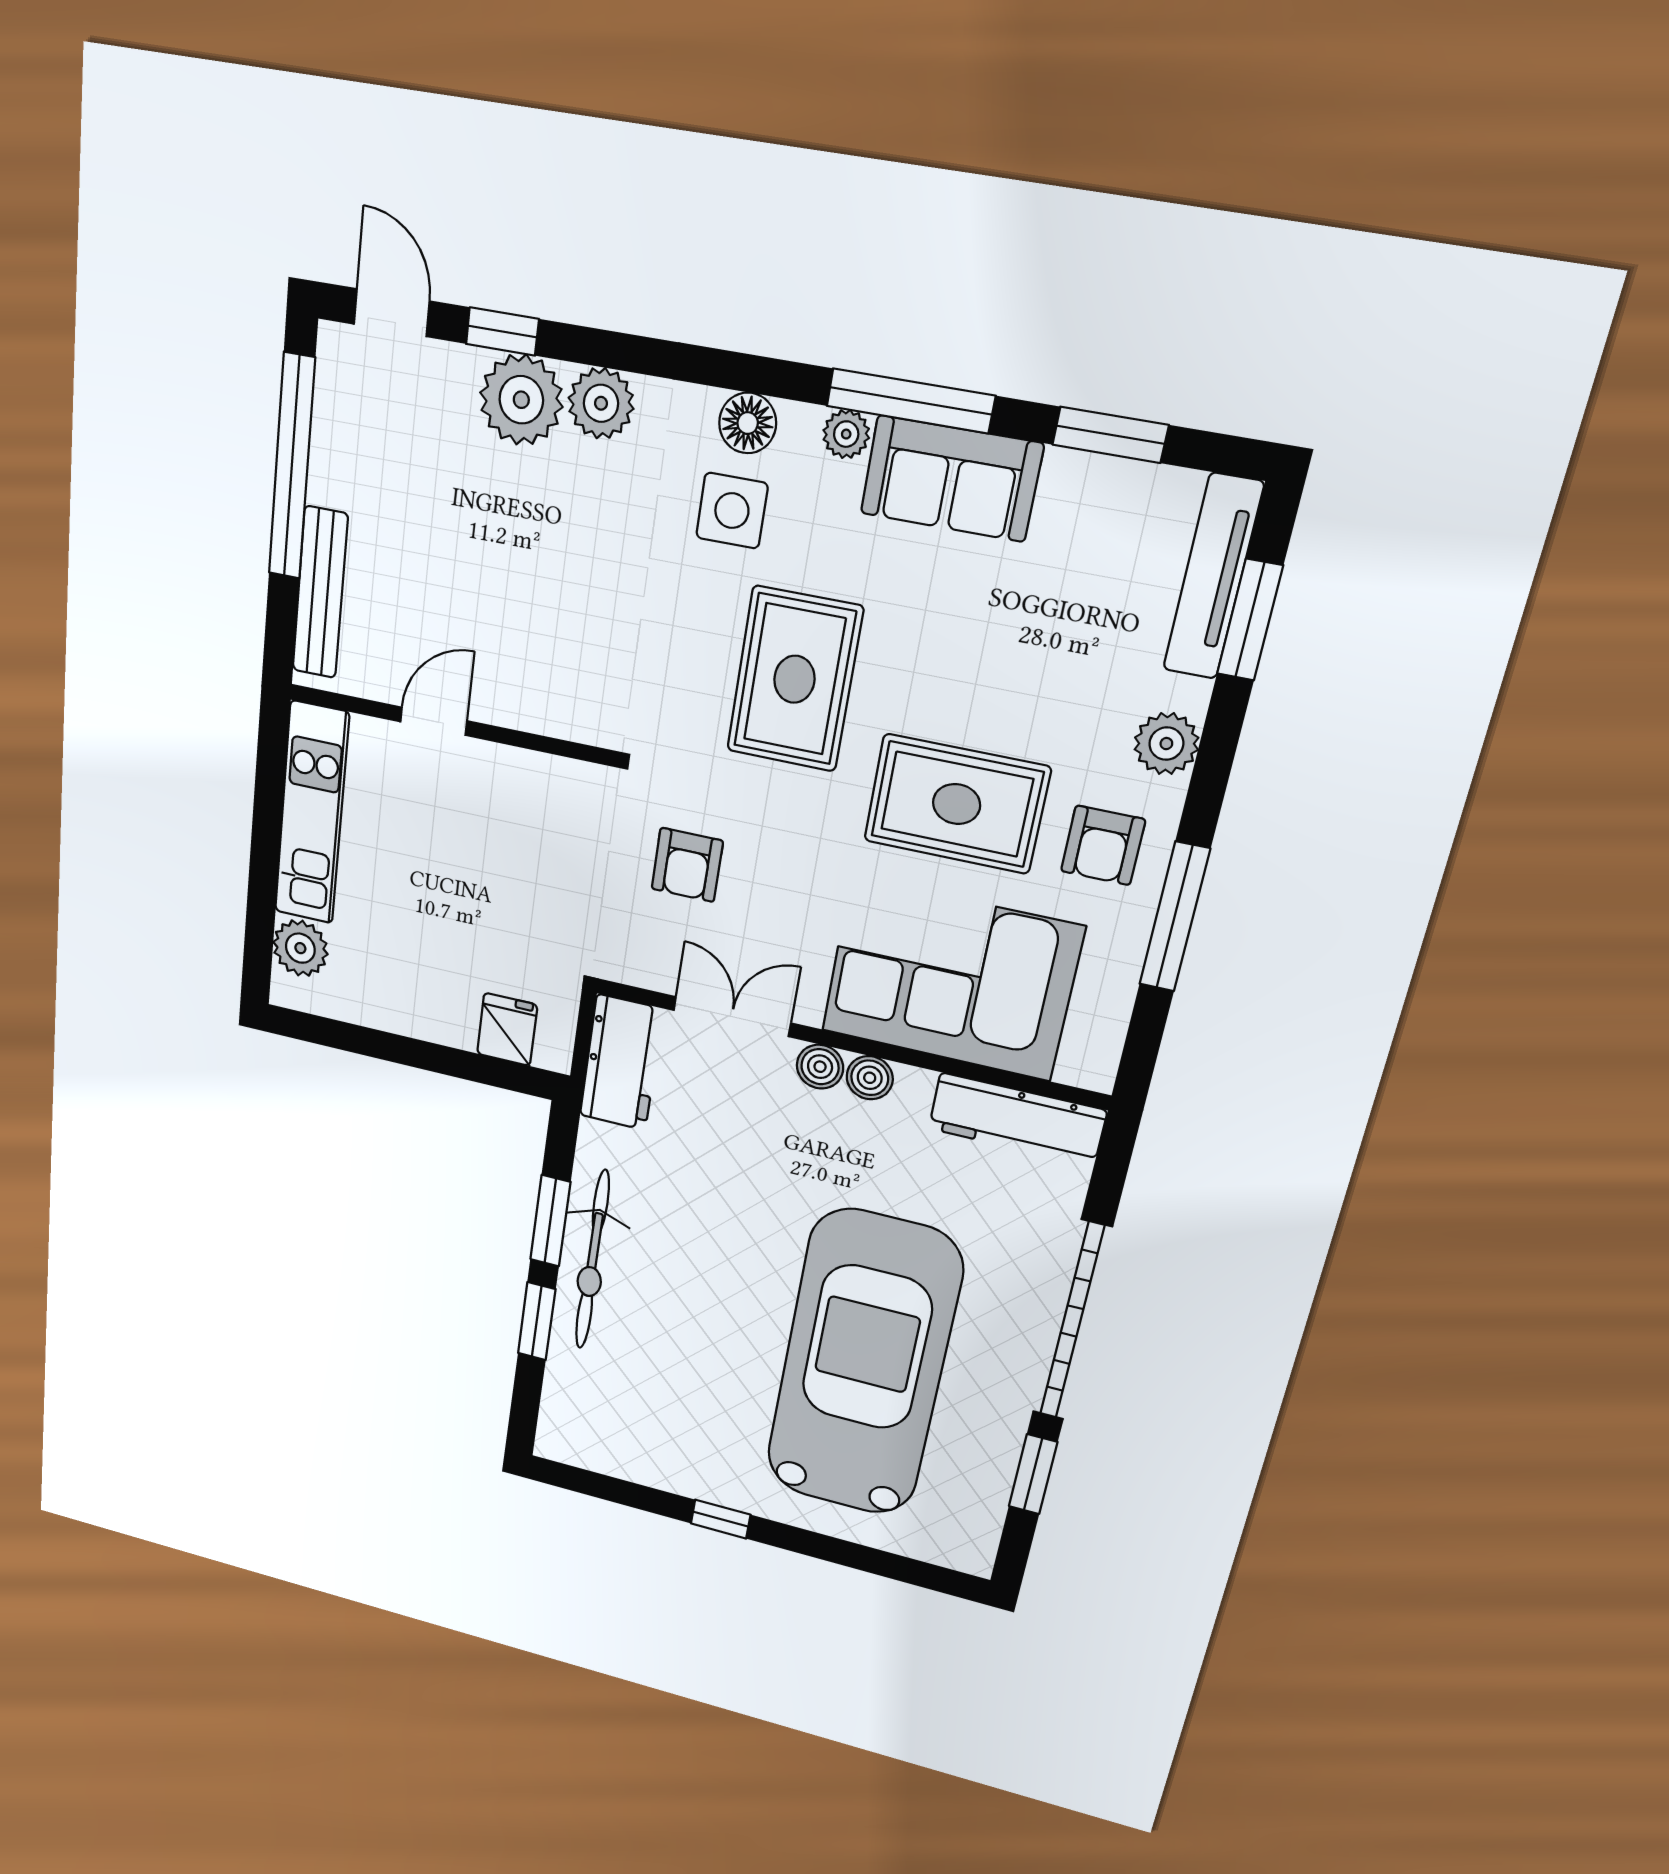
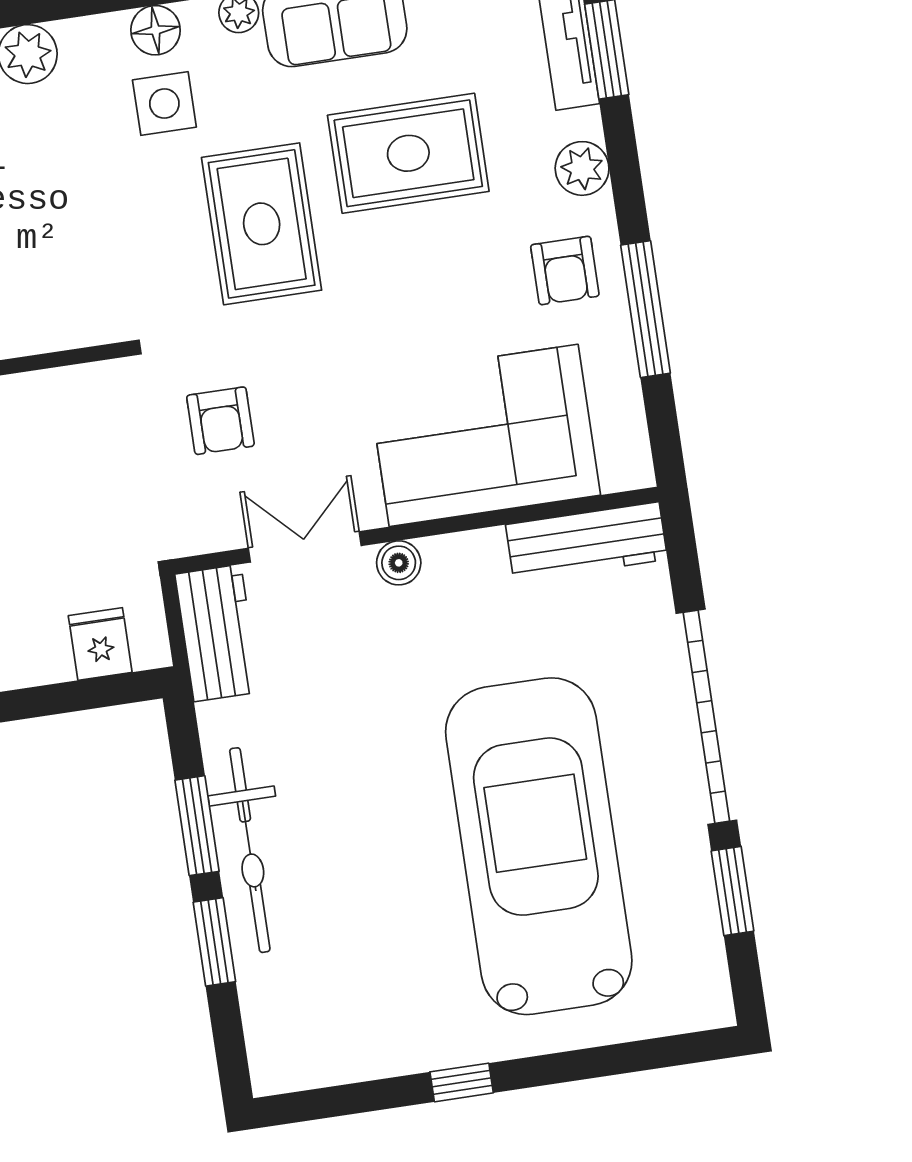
rug: (957, 804) -> (408, 153), moved
boiler: (870, 1078) -> (446, 555), removed

